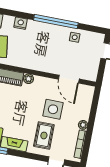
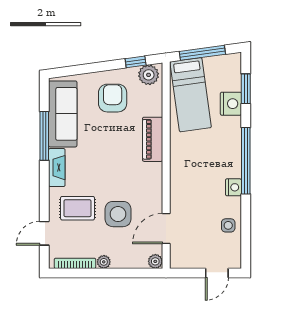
window: (56, 22) -> (246, 161), moved
nightstand: (21, 23) -> (233, 187), moved
plant: (29, 79) -> (155, 261), moved

